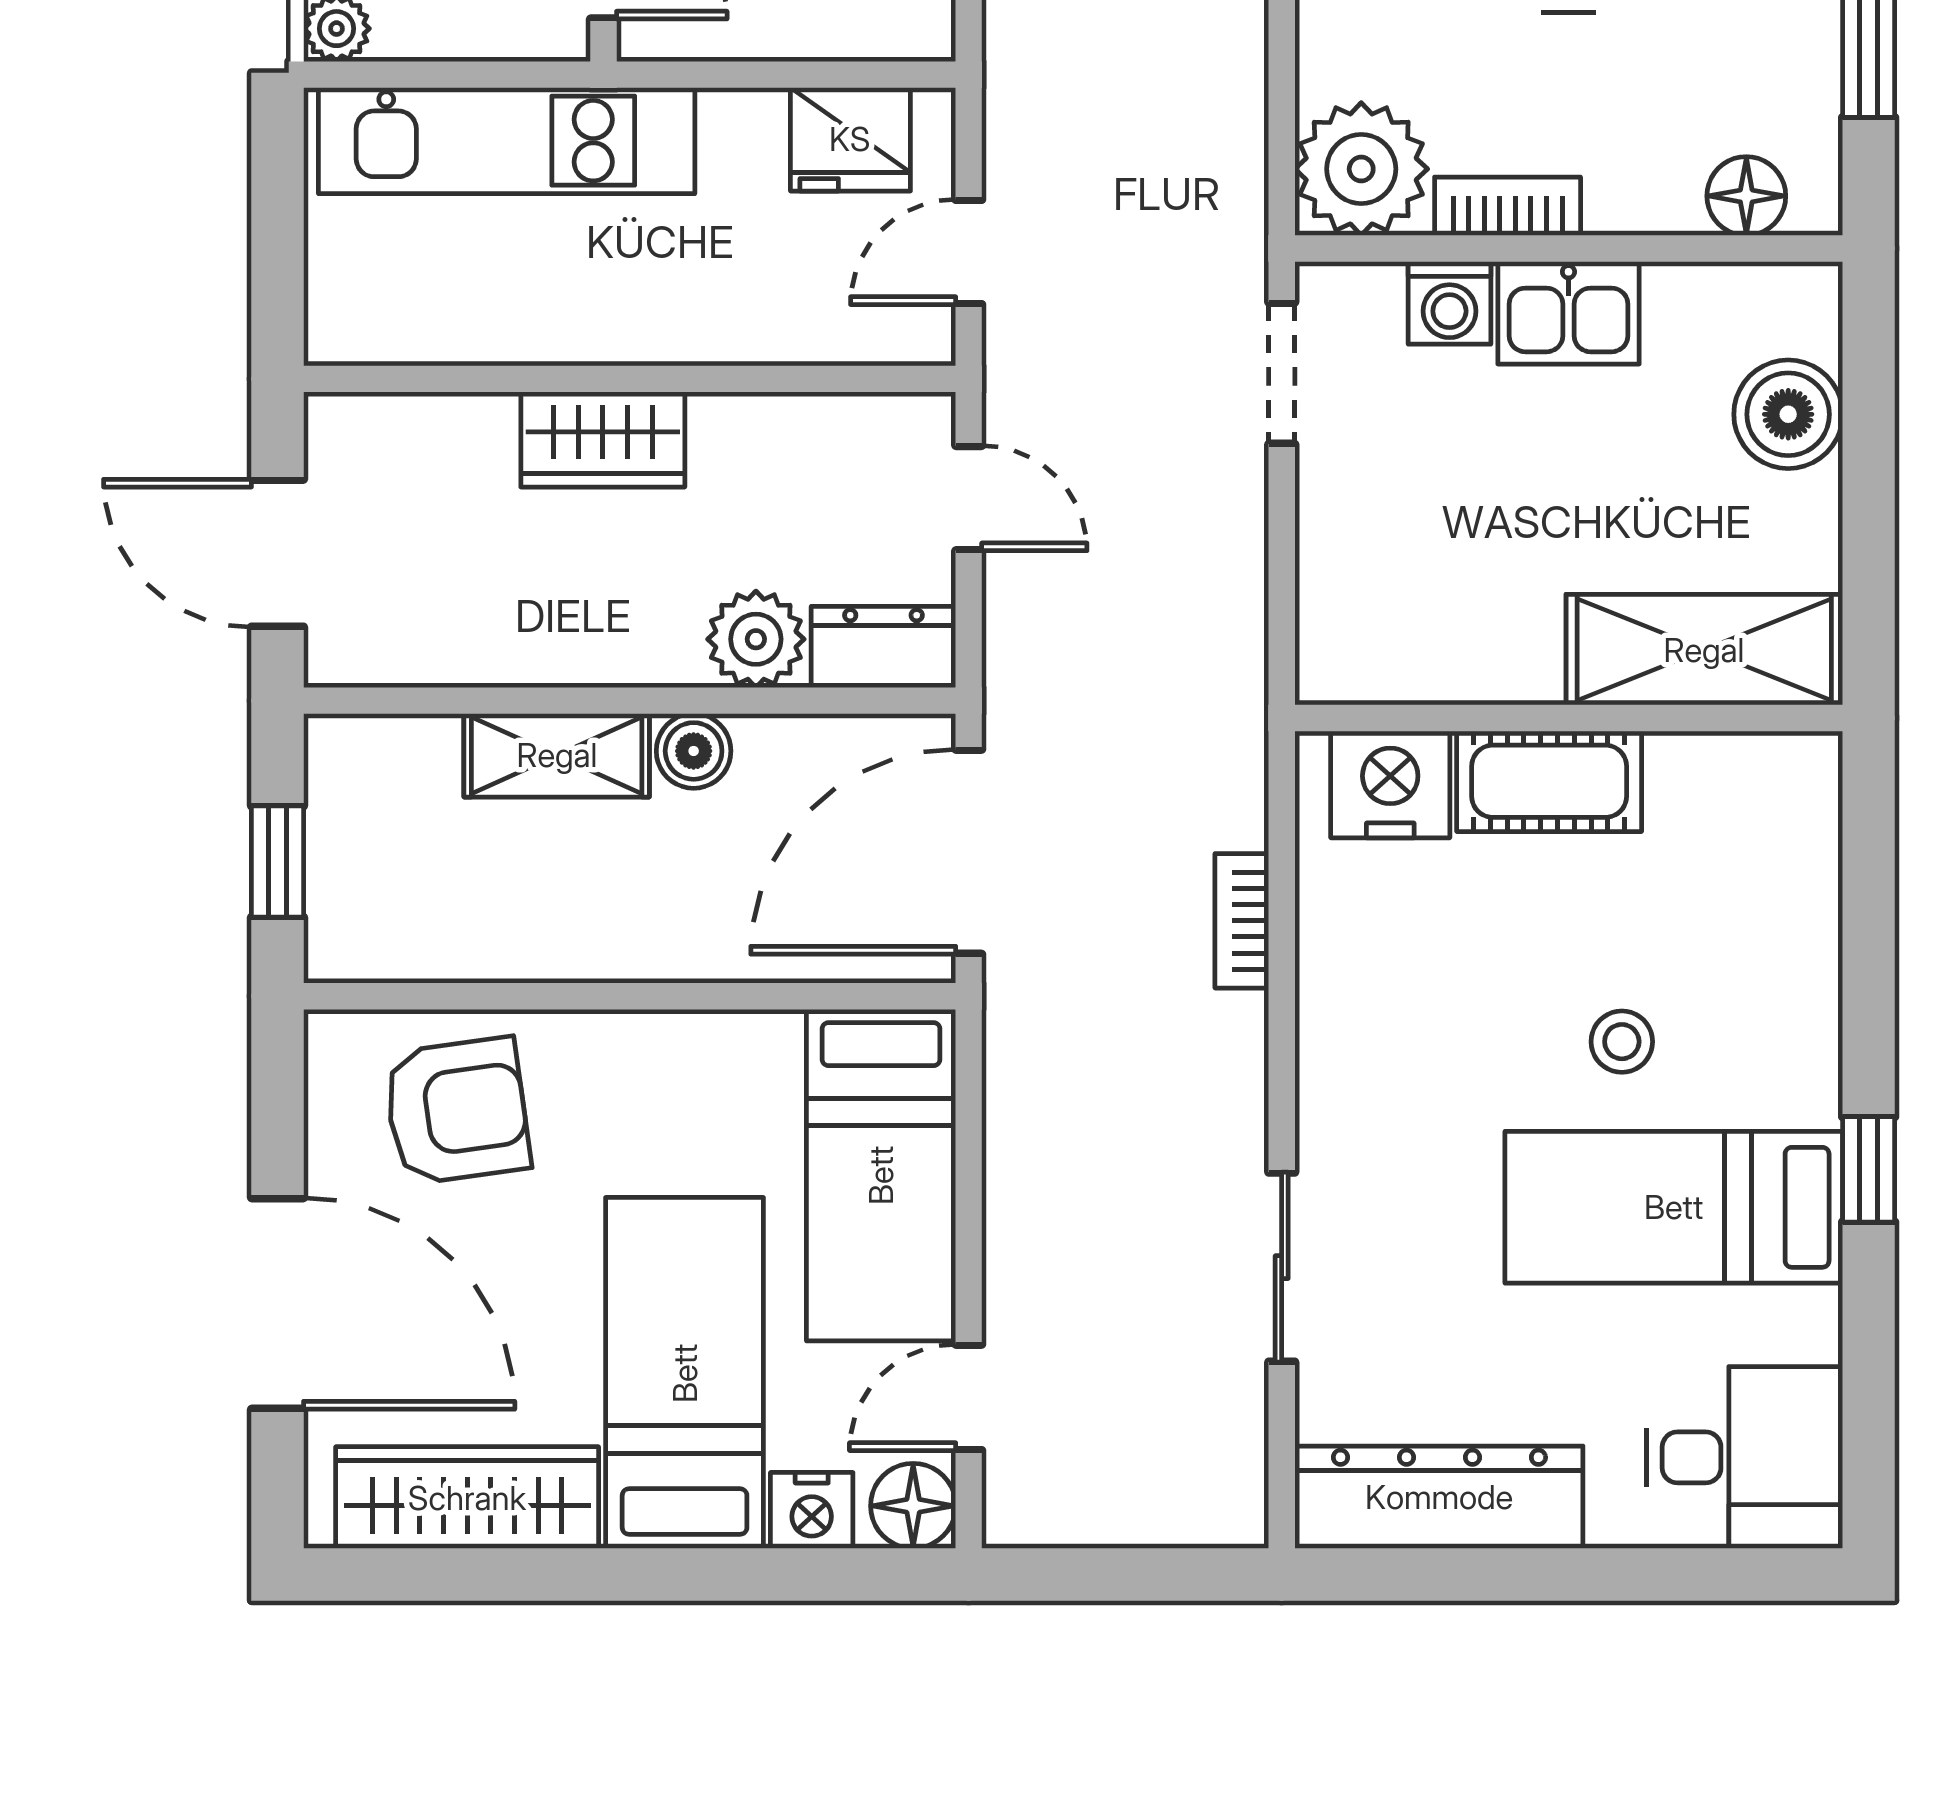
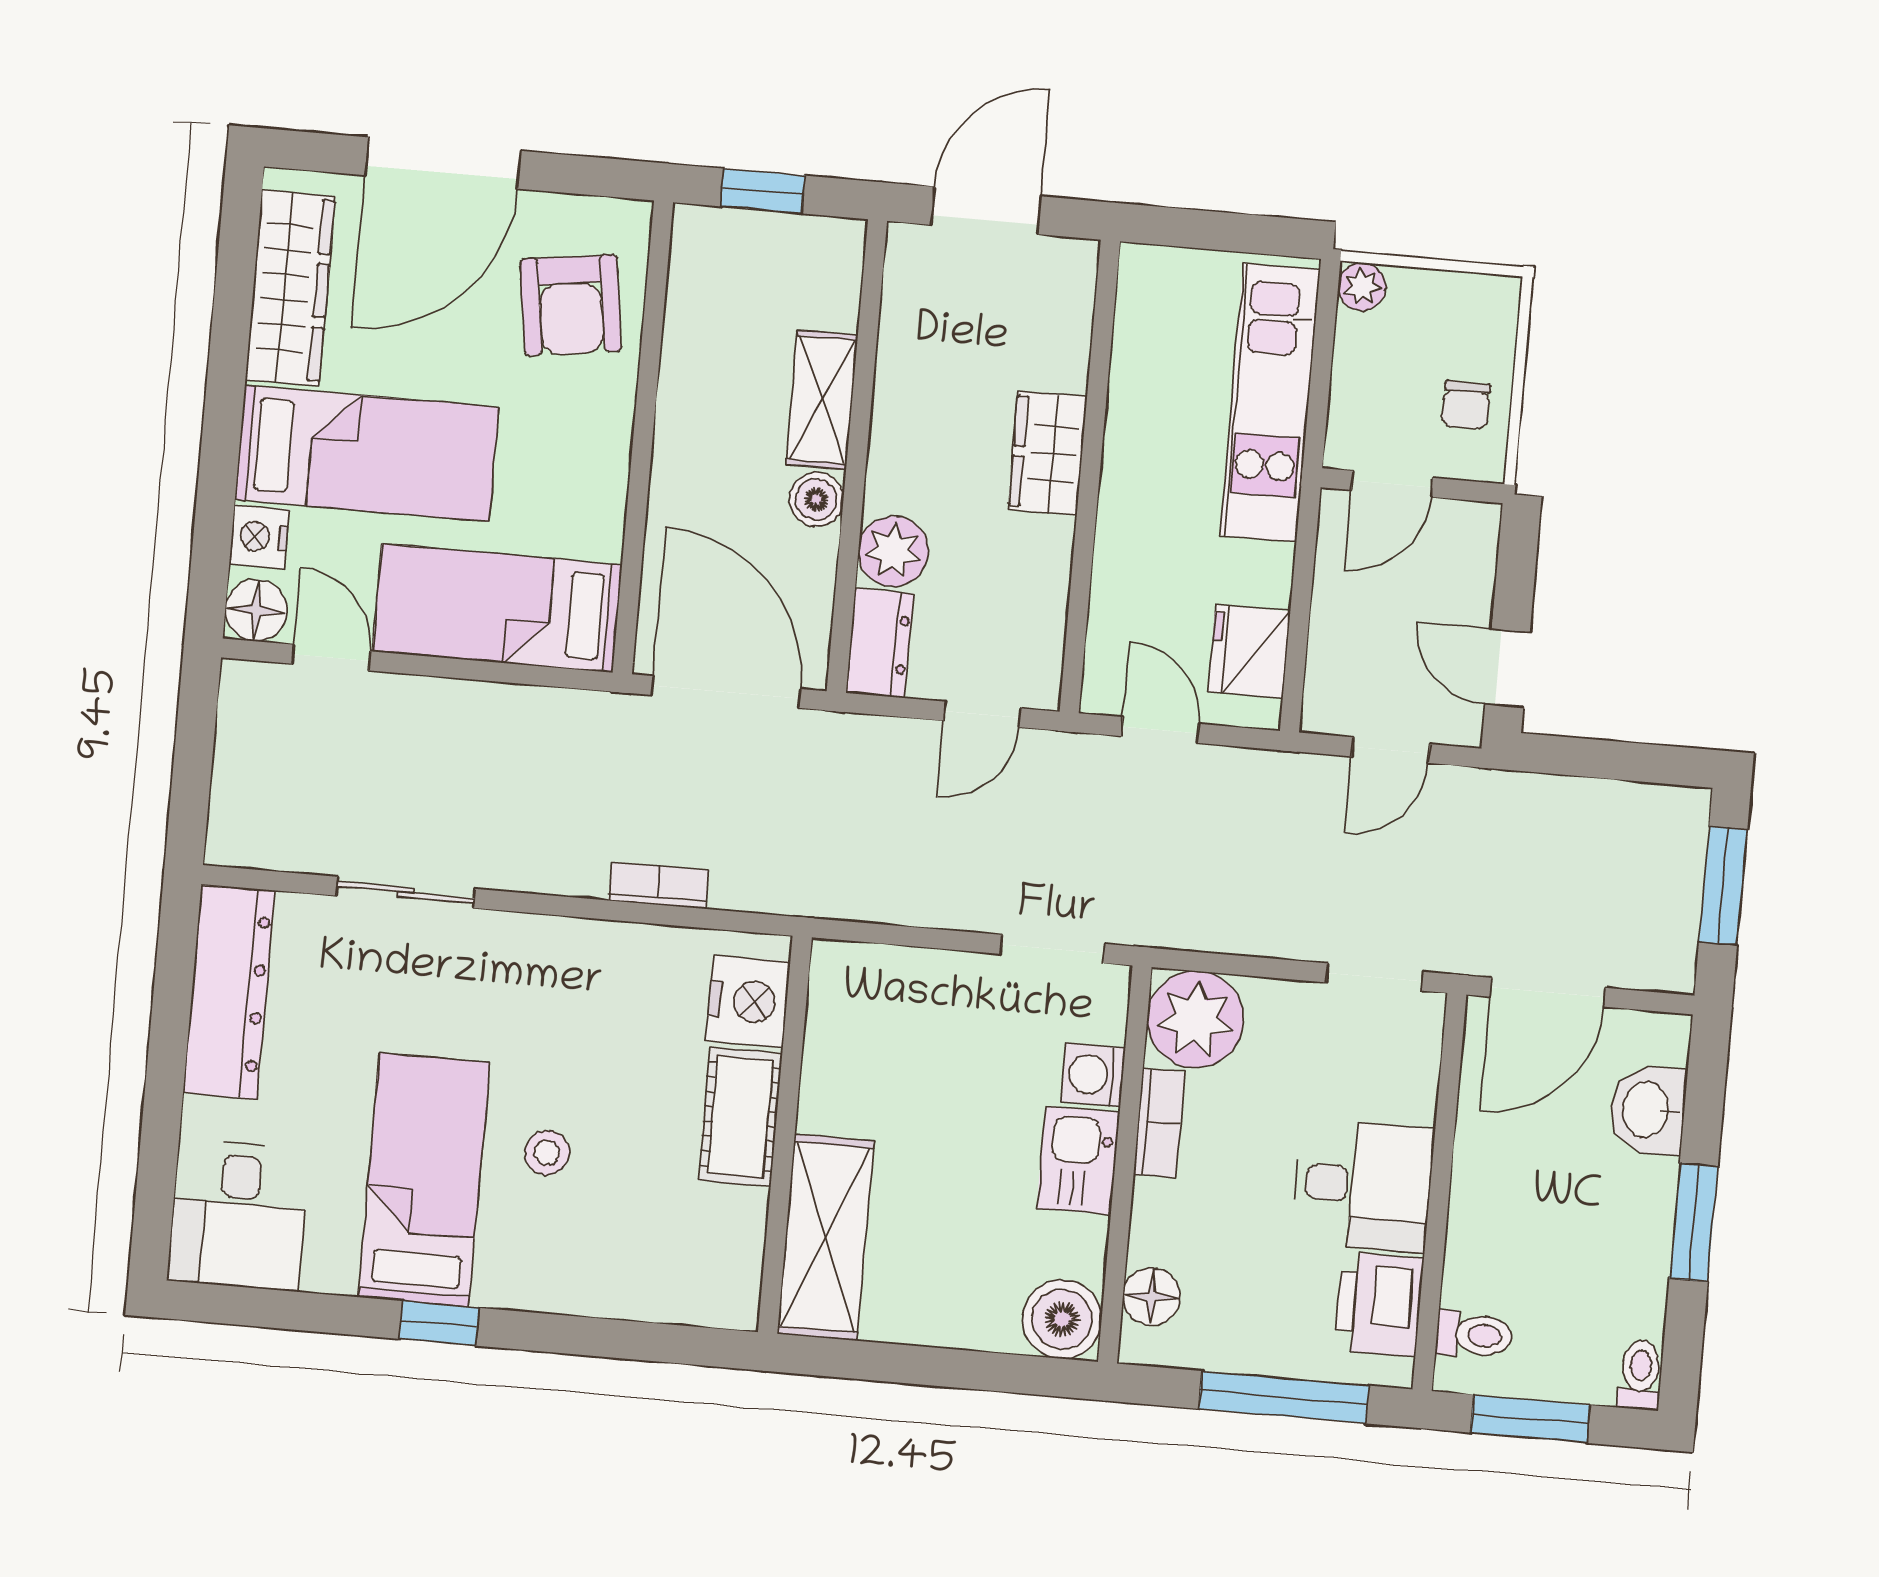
boiler: (1788, 414) -> (1062, 1319), moved

